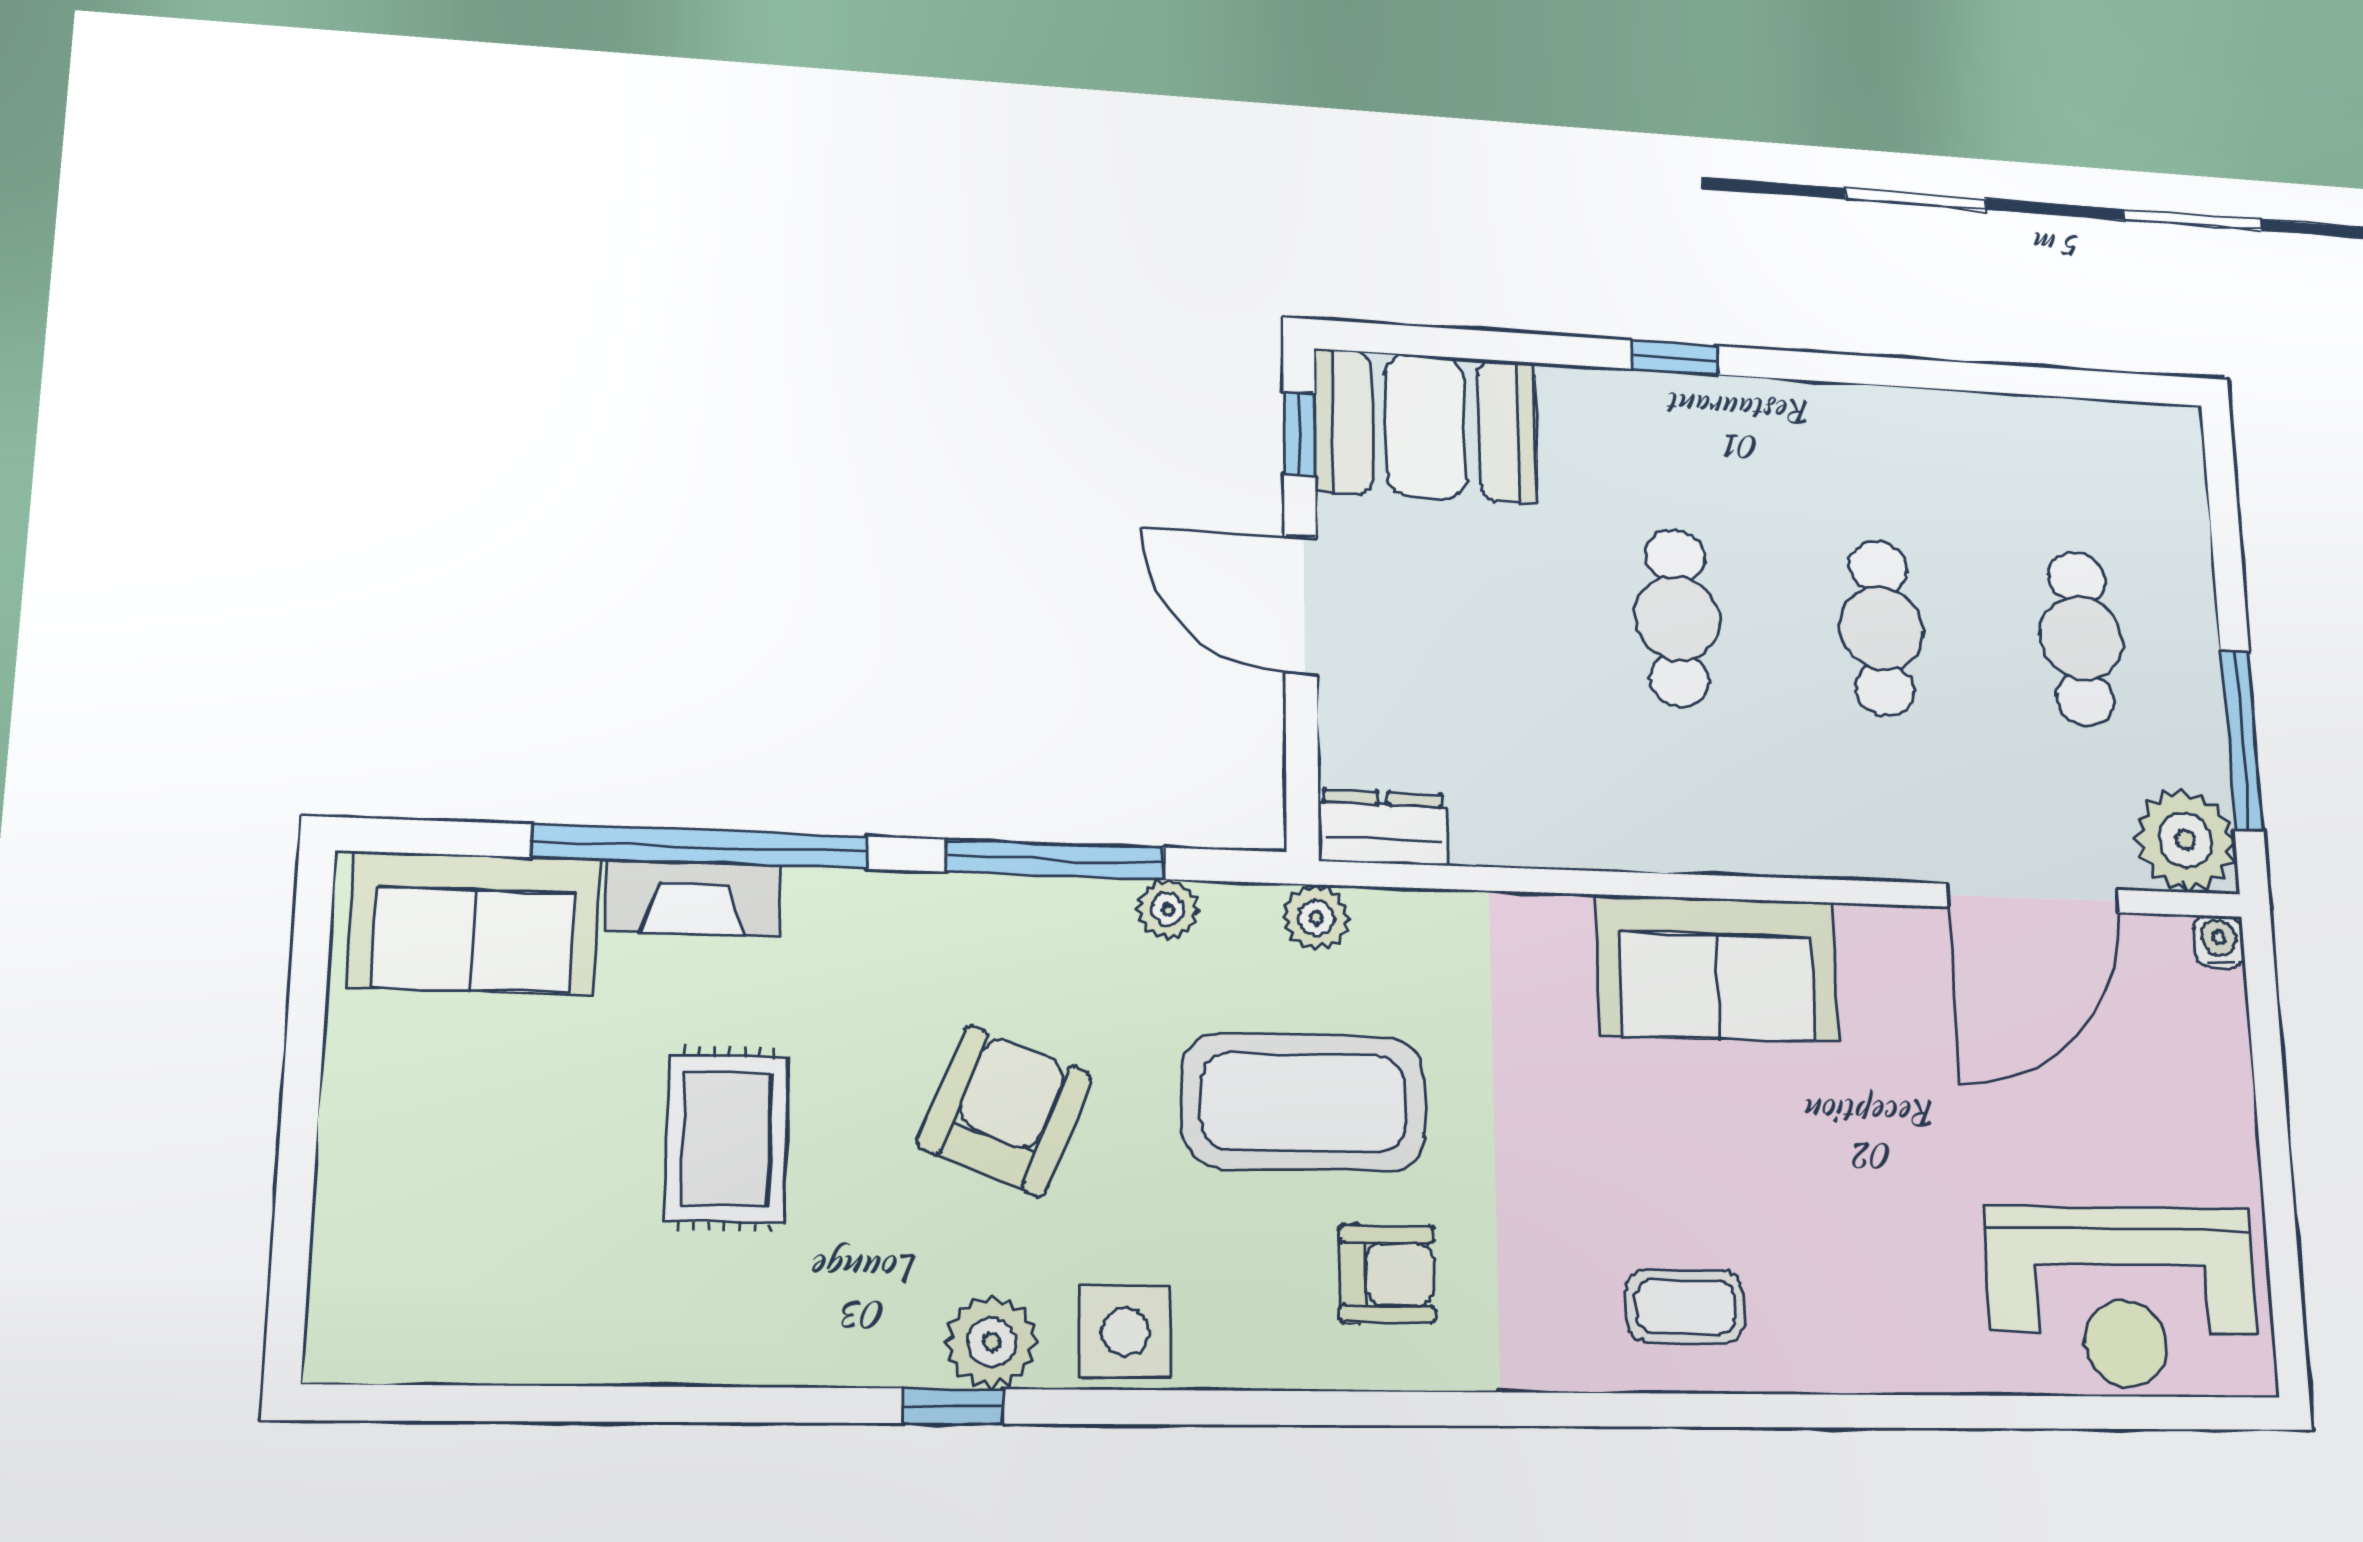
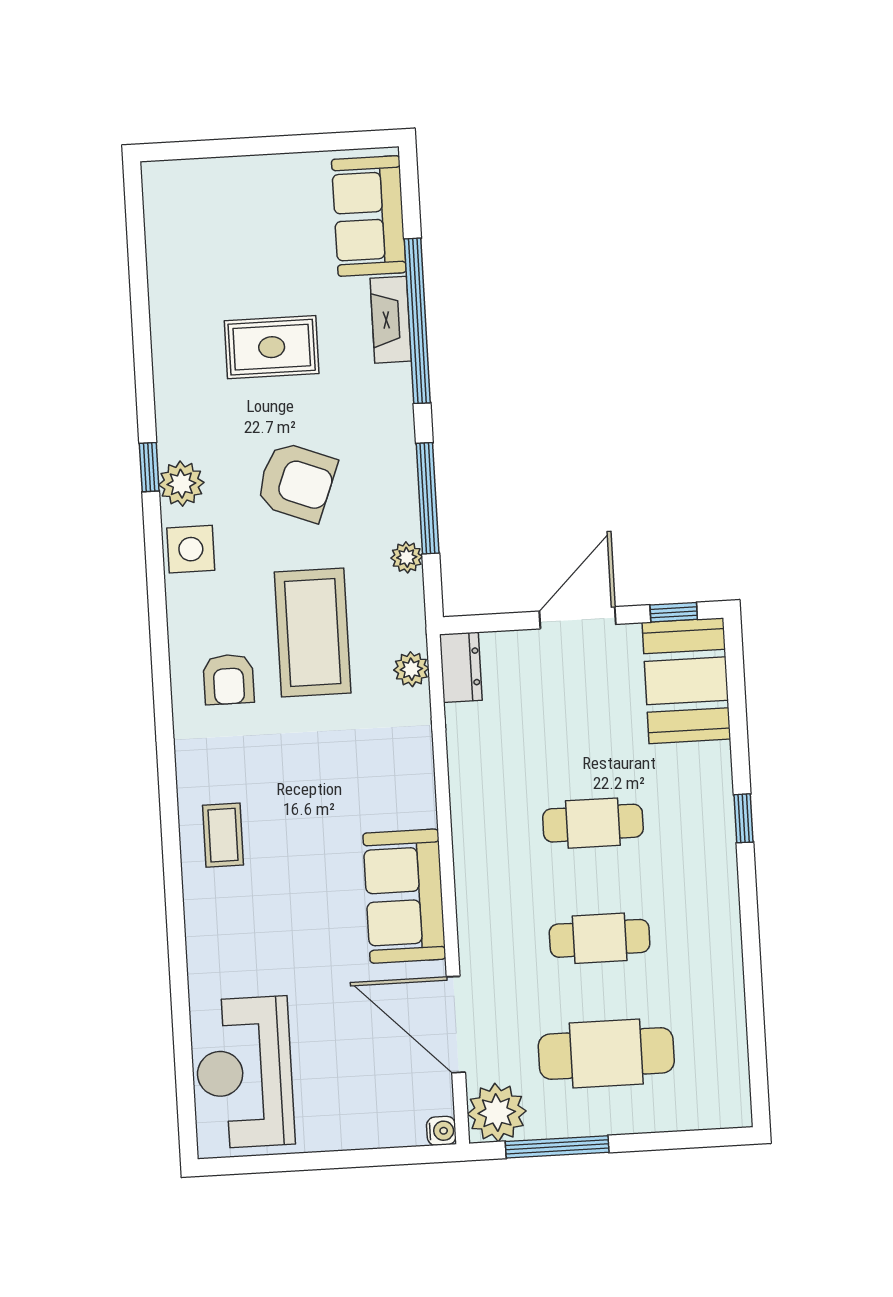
cafe table: (2081, 638) -> (606, 1053), width x1.37, depth x1.35
plant: (1316, 918) -> (411, 669), moved
sofa: (1717, 968) -> (404, 896), moved

